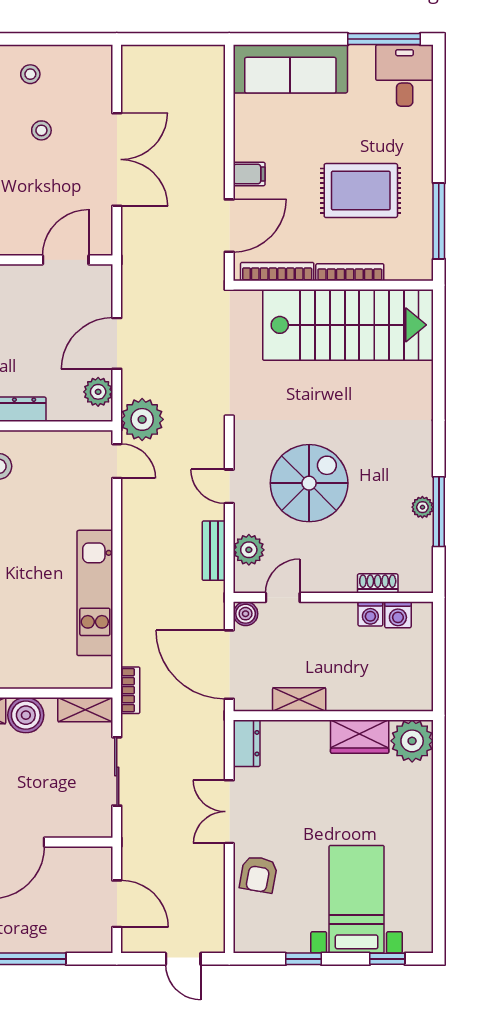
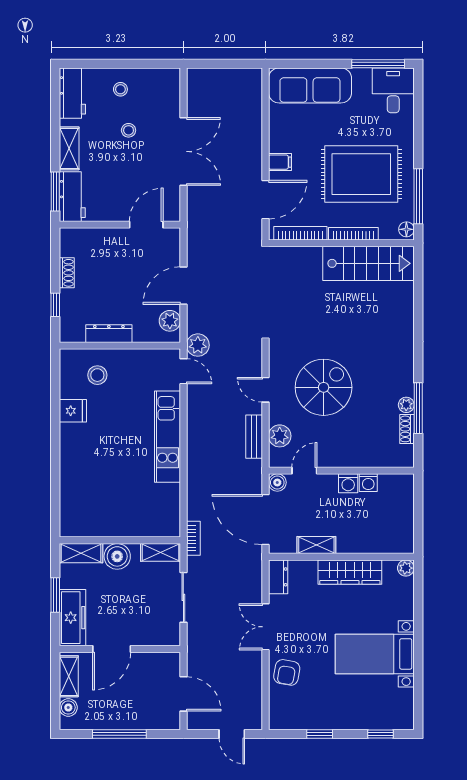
rug: (361, 191) -> (361, 174), width x1.37, depth x1.44
floor lamp: (423, 266) -> (406, 229), added
stairs: (348, 325) -> (369, 263), width x0.73, depth x0.66
plant: (142, 419) -> (198, 345), width x0.73, depth x0.73
shoe rack: (378, 583) -> (407, 429), moved, turned -90
kitchen unit: (95, 593) -> (167, 437), moved
washing machine: (398, 615) -> (348, 483), moved
wardrobe: (360, 737) -> (350, 572), width x1.50
plant: (412, 741) -> (406, 568), width x0.53, depth x0.53
bed with nightstands: (357, 899) -> (375, 654), moved, turned -90

